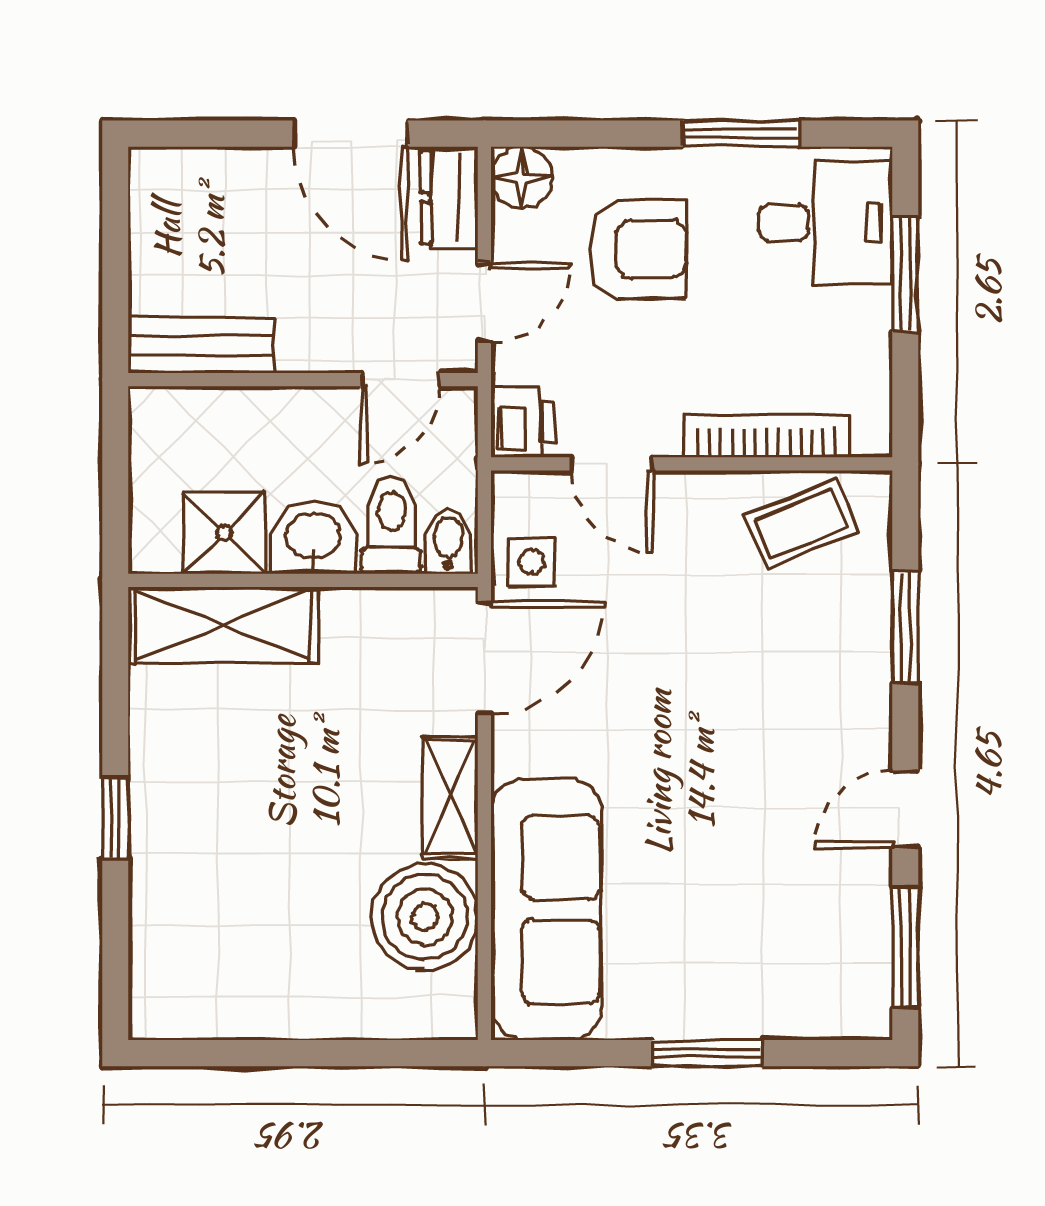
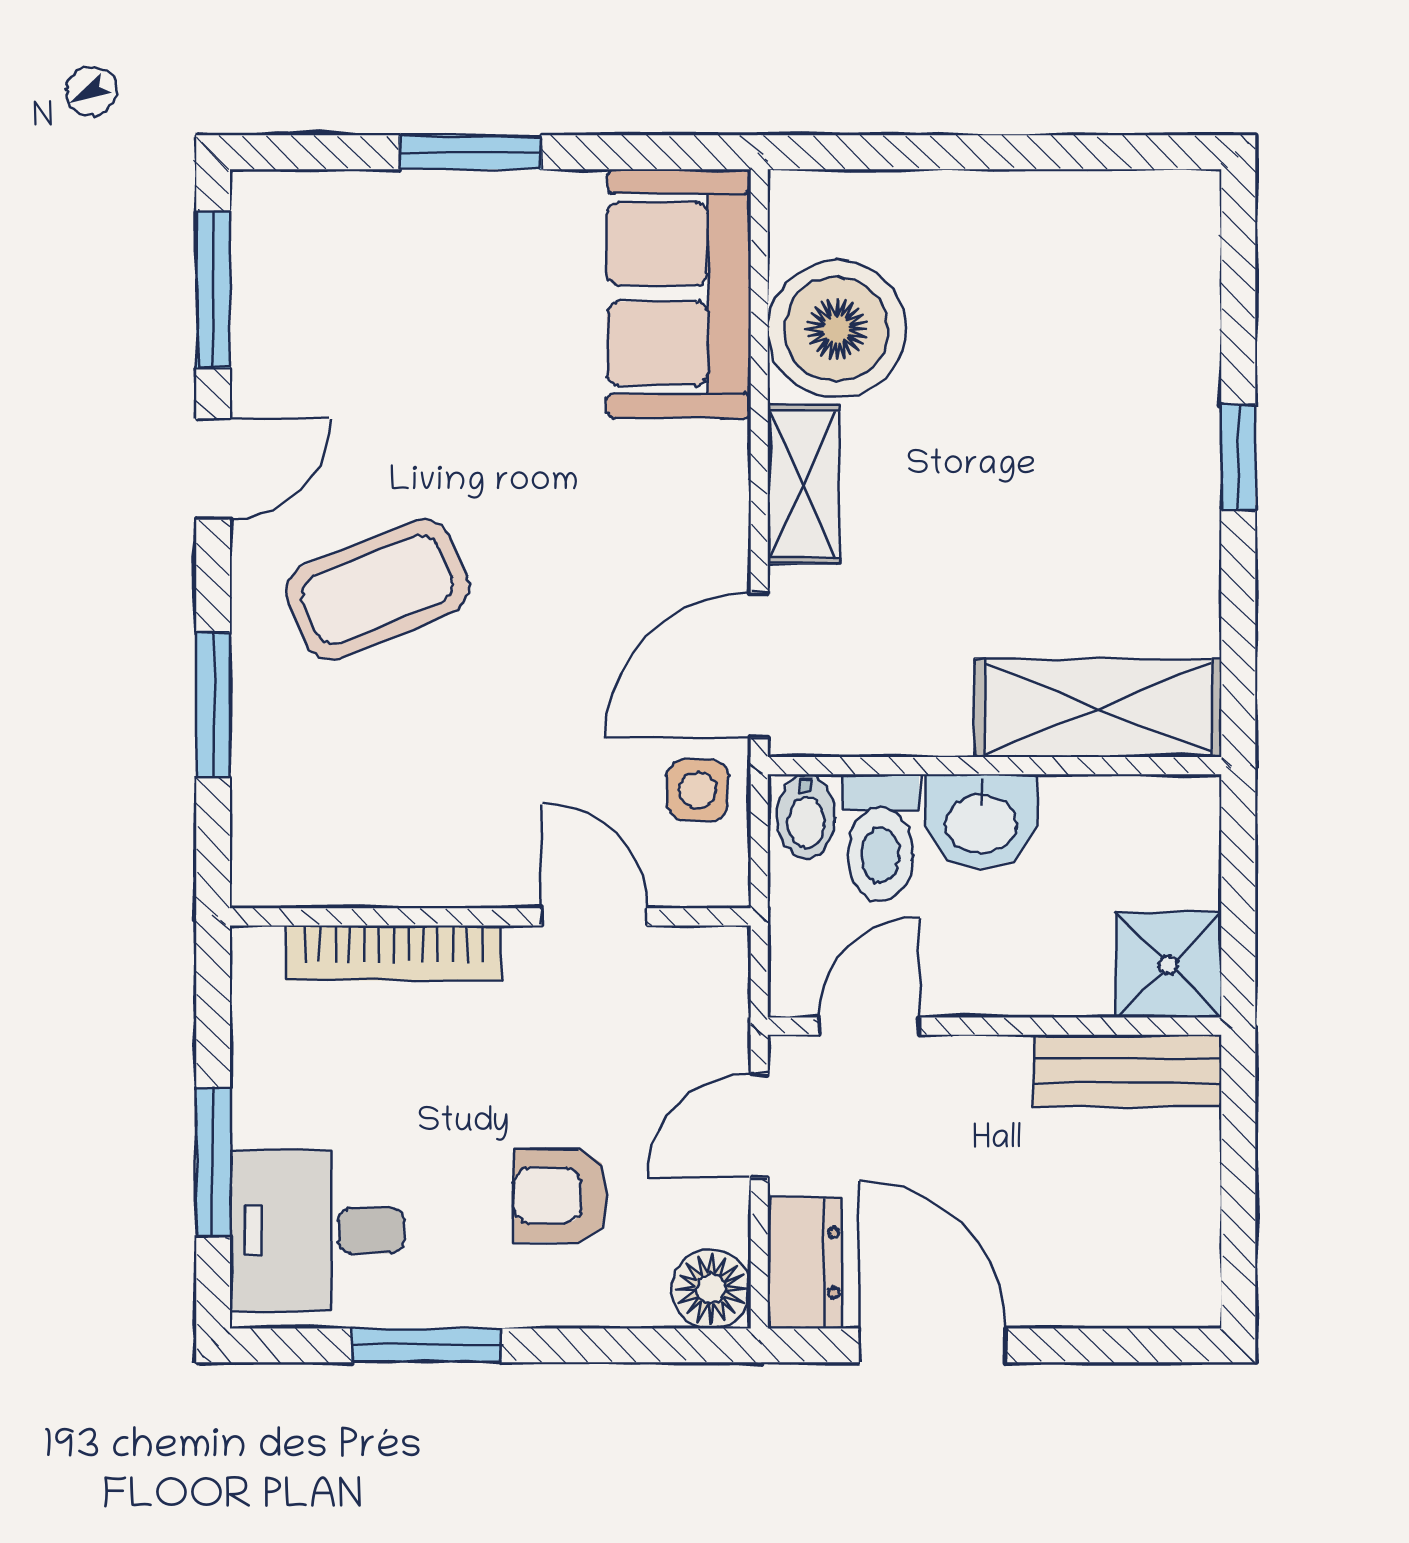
armchair: (637, 249) -> (561, 1195), width x0.72, depth x0.72
printer: (523, 422) -> (709, 971), removed
coffee table: (802, 524) -> (378, 590), moved, width x1.36, depth x1.30
shower: (225, 533) -> (1169, 965), moved
sofa: (546, 910) -> (679, 294), width x0.73

